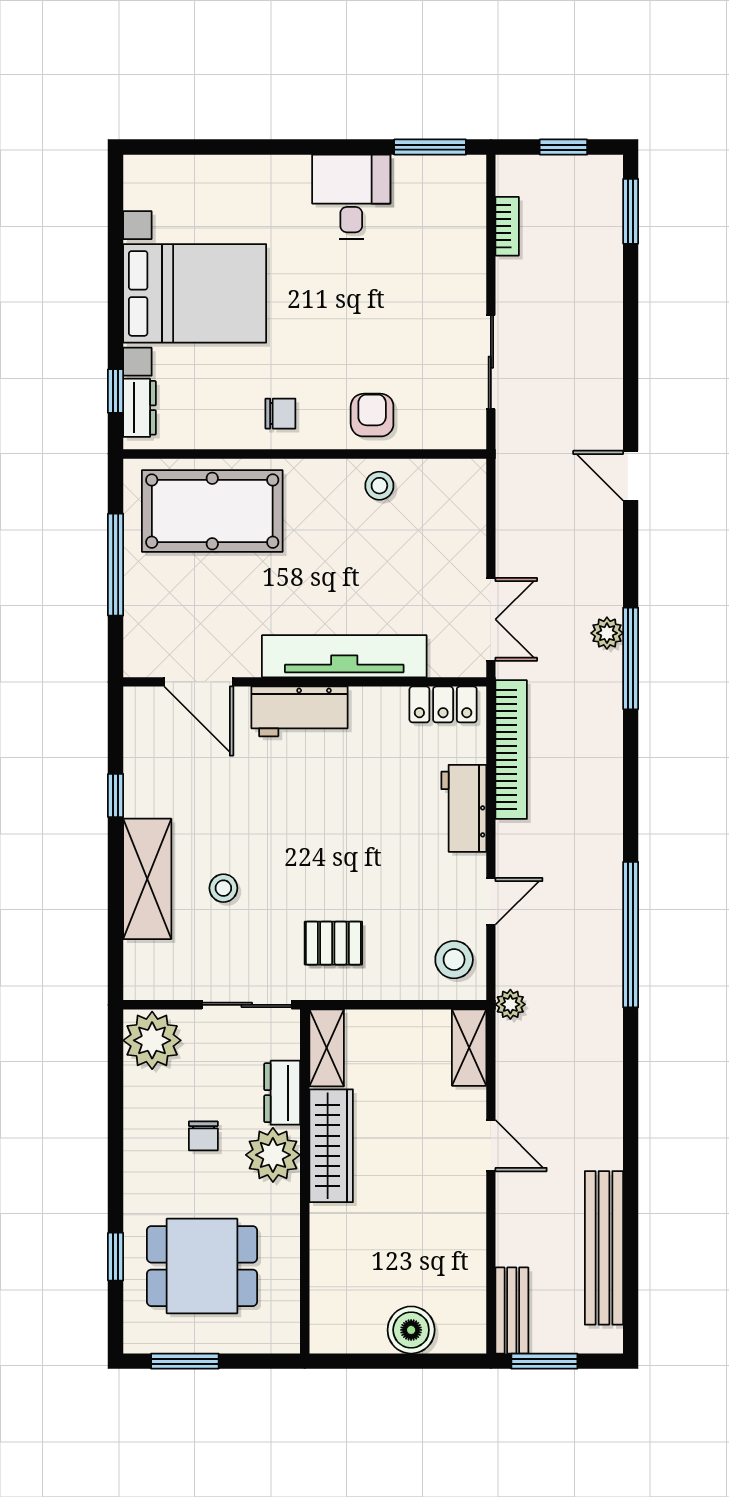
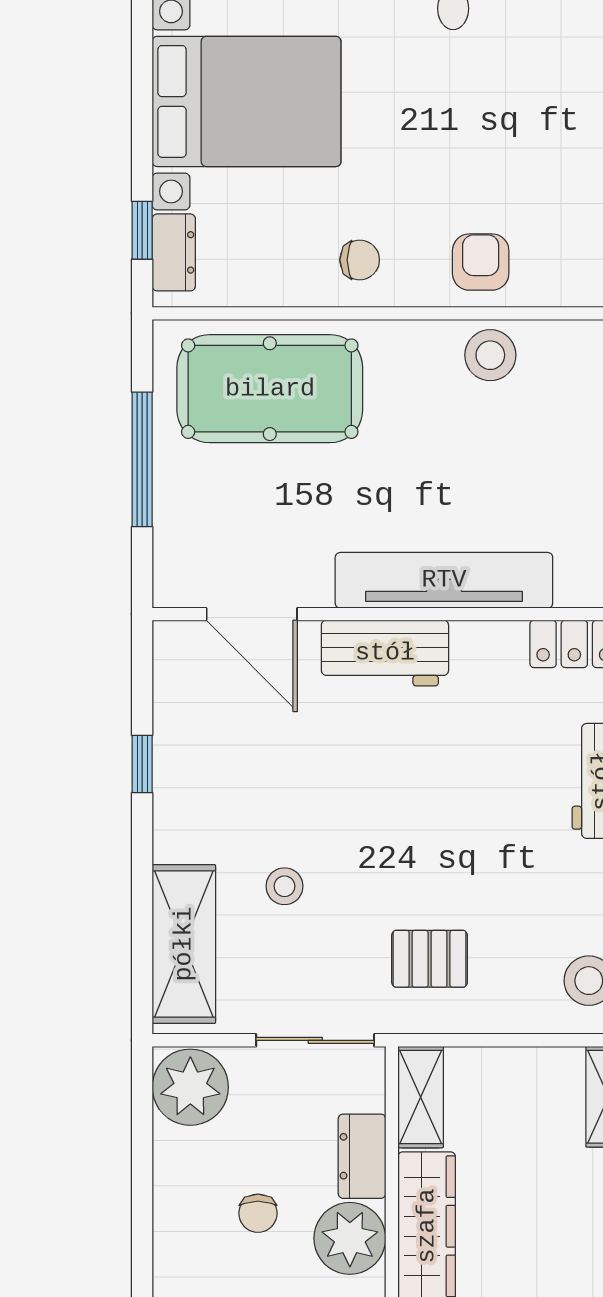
stool: (379, 486) -> (490, 355), width x1.37, depth x1.37
shelving: (147, 879) -> (184, 944), moved

